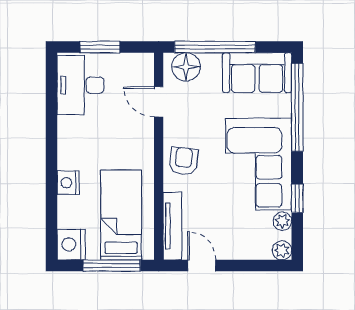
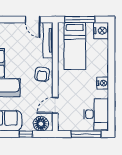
window: (100, 47) -> (86, 134), width x1.44
window: (215, 47) -> (26, 134), width x0.32
door: (159, 102) -> (55, 105), swing flipped
nightstand: (68, 183) -> (103, 83), moved

